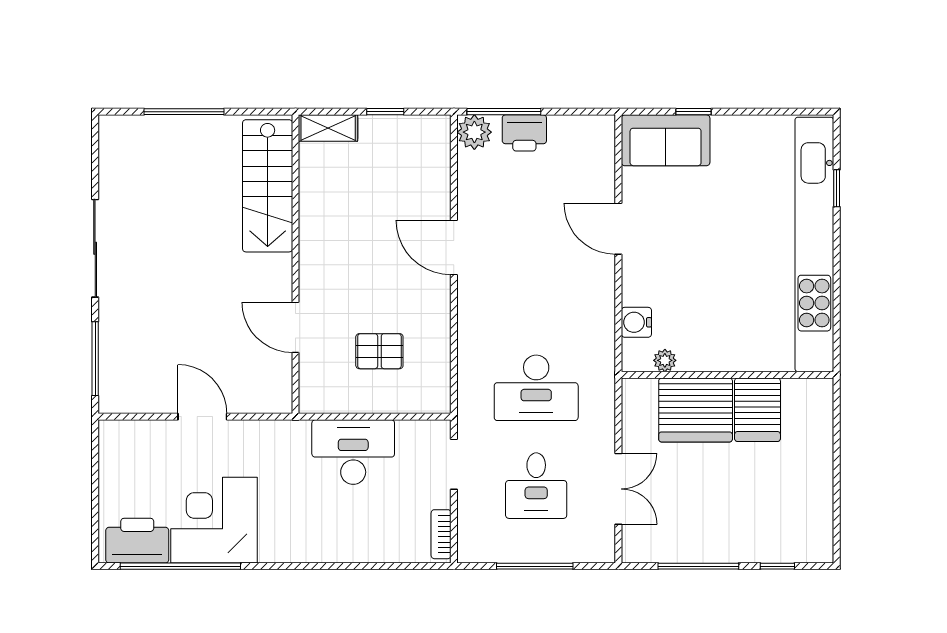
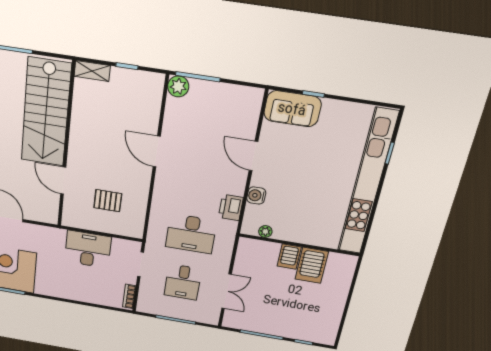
printer: (524, 133) -> (231, 208), moved, turned 90
stairs: (268, 186) -> (46, 113), width x1.36, depth x1.51
water cooler: (636, 322) -> (256, 196), moved
server rack: (696, 410) -> (289, 257), width x0.46, depth x0.70

